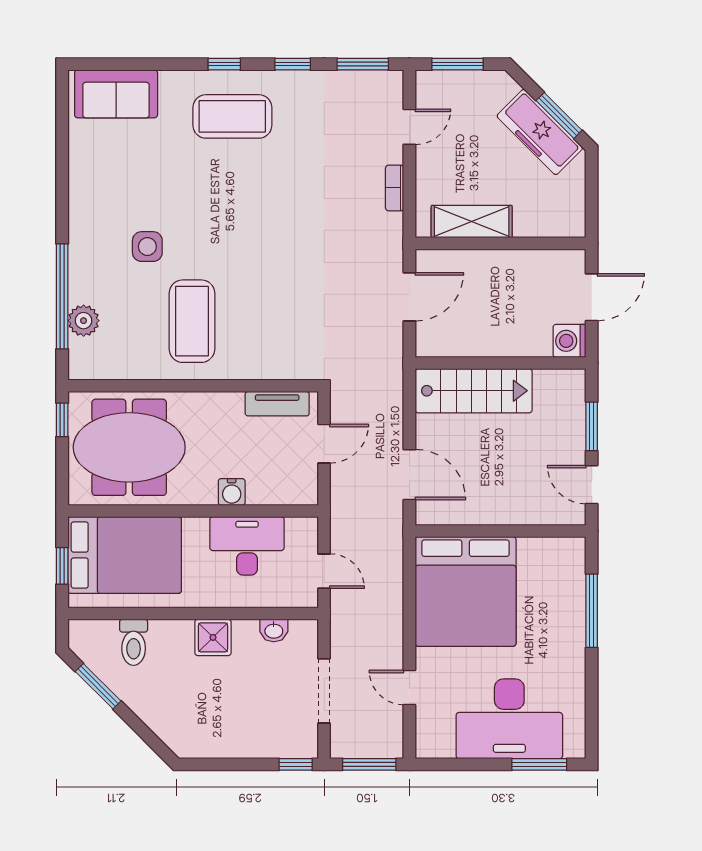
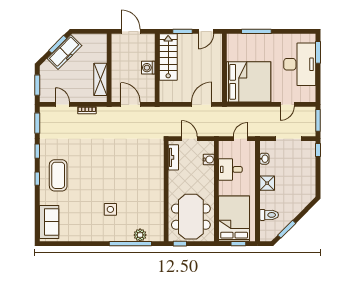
coffee table: (192, 321) -> (140, 192), removed
washing machine: (569, 341) -> (148, 68), moved, turned 90
stairs: (474, 391) -> (168, 57), moved
water cooler: (232, 492) -> (209, 160), moved
desk: (247, 546) -> (230, 169), width x0.73

